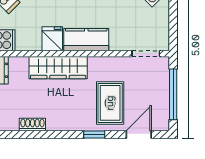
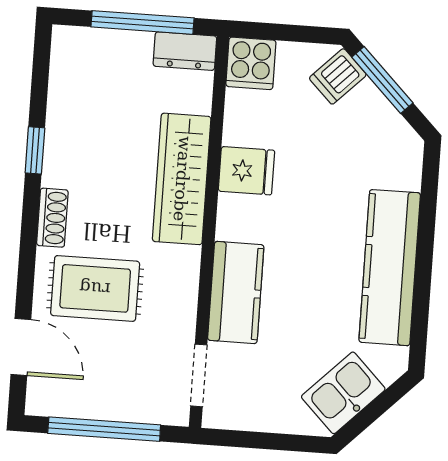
kitchen counter: (86, 40) -> (236, 293), moved
shoe rack: (32, 124) -> (52, 218), moved
window: (94, 135) -> (35, 150), moved

